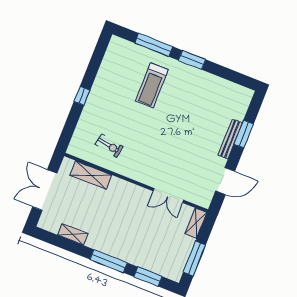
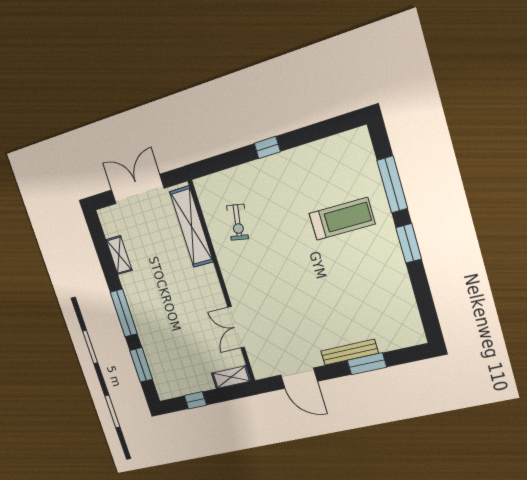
treadmill: (152, 85) -> (342, 219), turned 180
shelving: (91, 175) -> (192, 227), width x1.47
window: (194, 259) -> (195, 400), width x0.46

